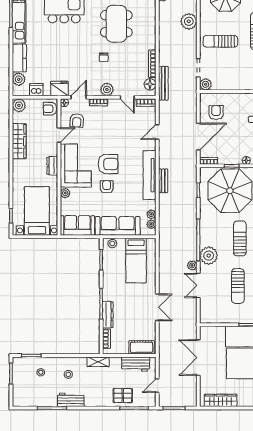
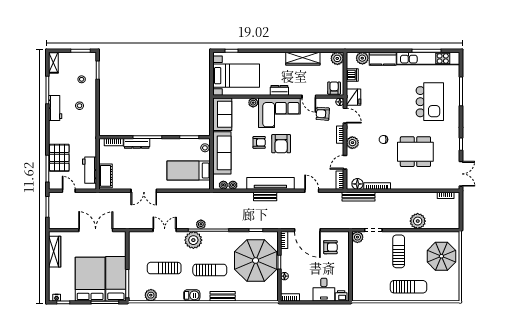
plant: (192, 265) -> (201, 224), moved
shelving: (98, 362) -> (53, 63), moved
pallet: (123, 396) -> (59, 158), width x1.50, depth x1.42

